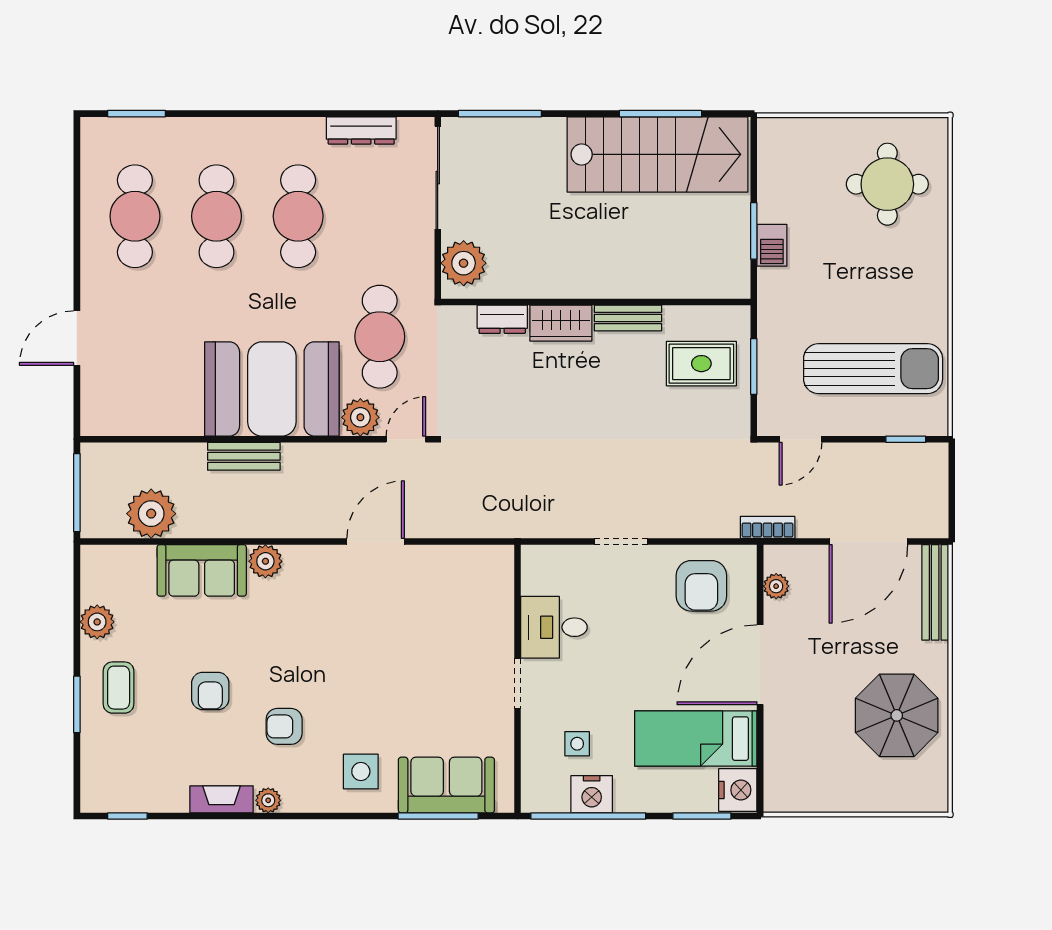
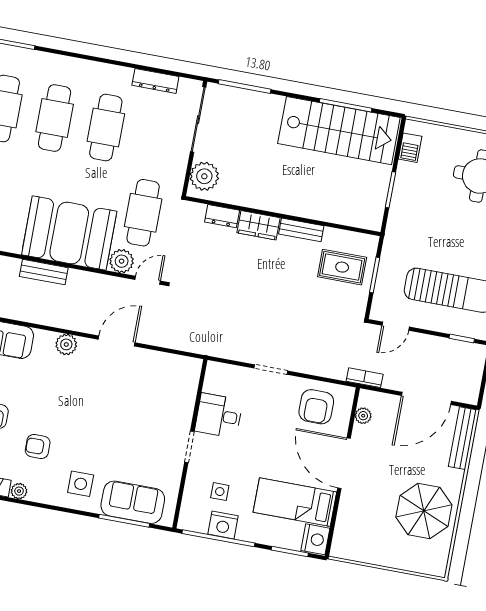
barbecue: (772, 245) -> (410, 148), moved
plant: (265, 561) -> (66, 344), moved
door: (760, 665) -> (344, 463), hinge flipped

